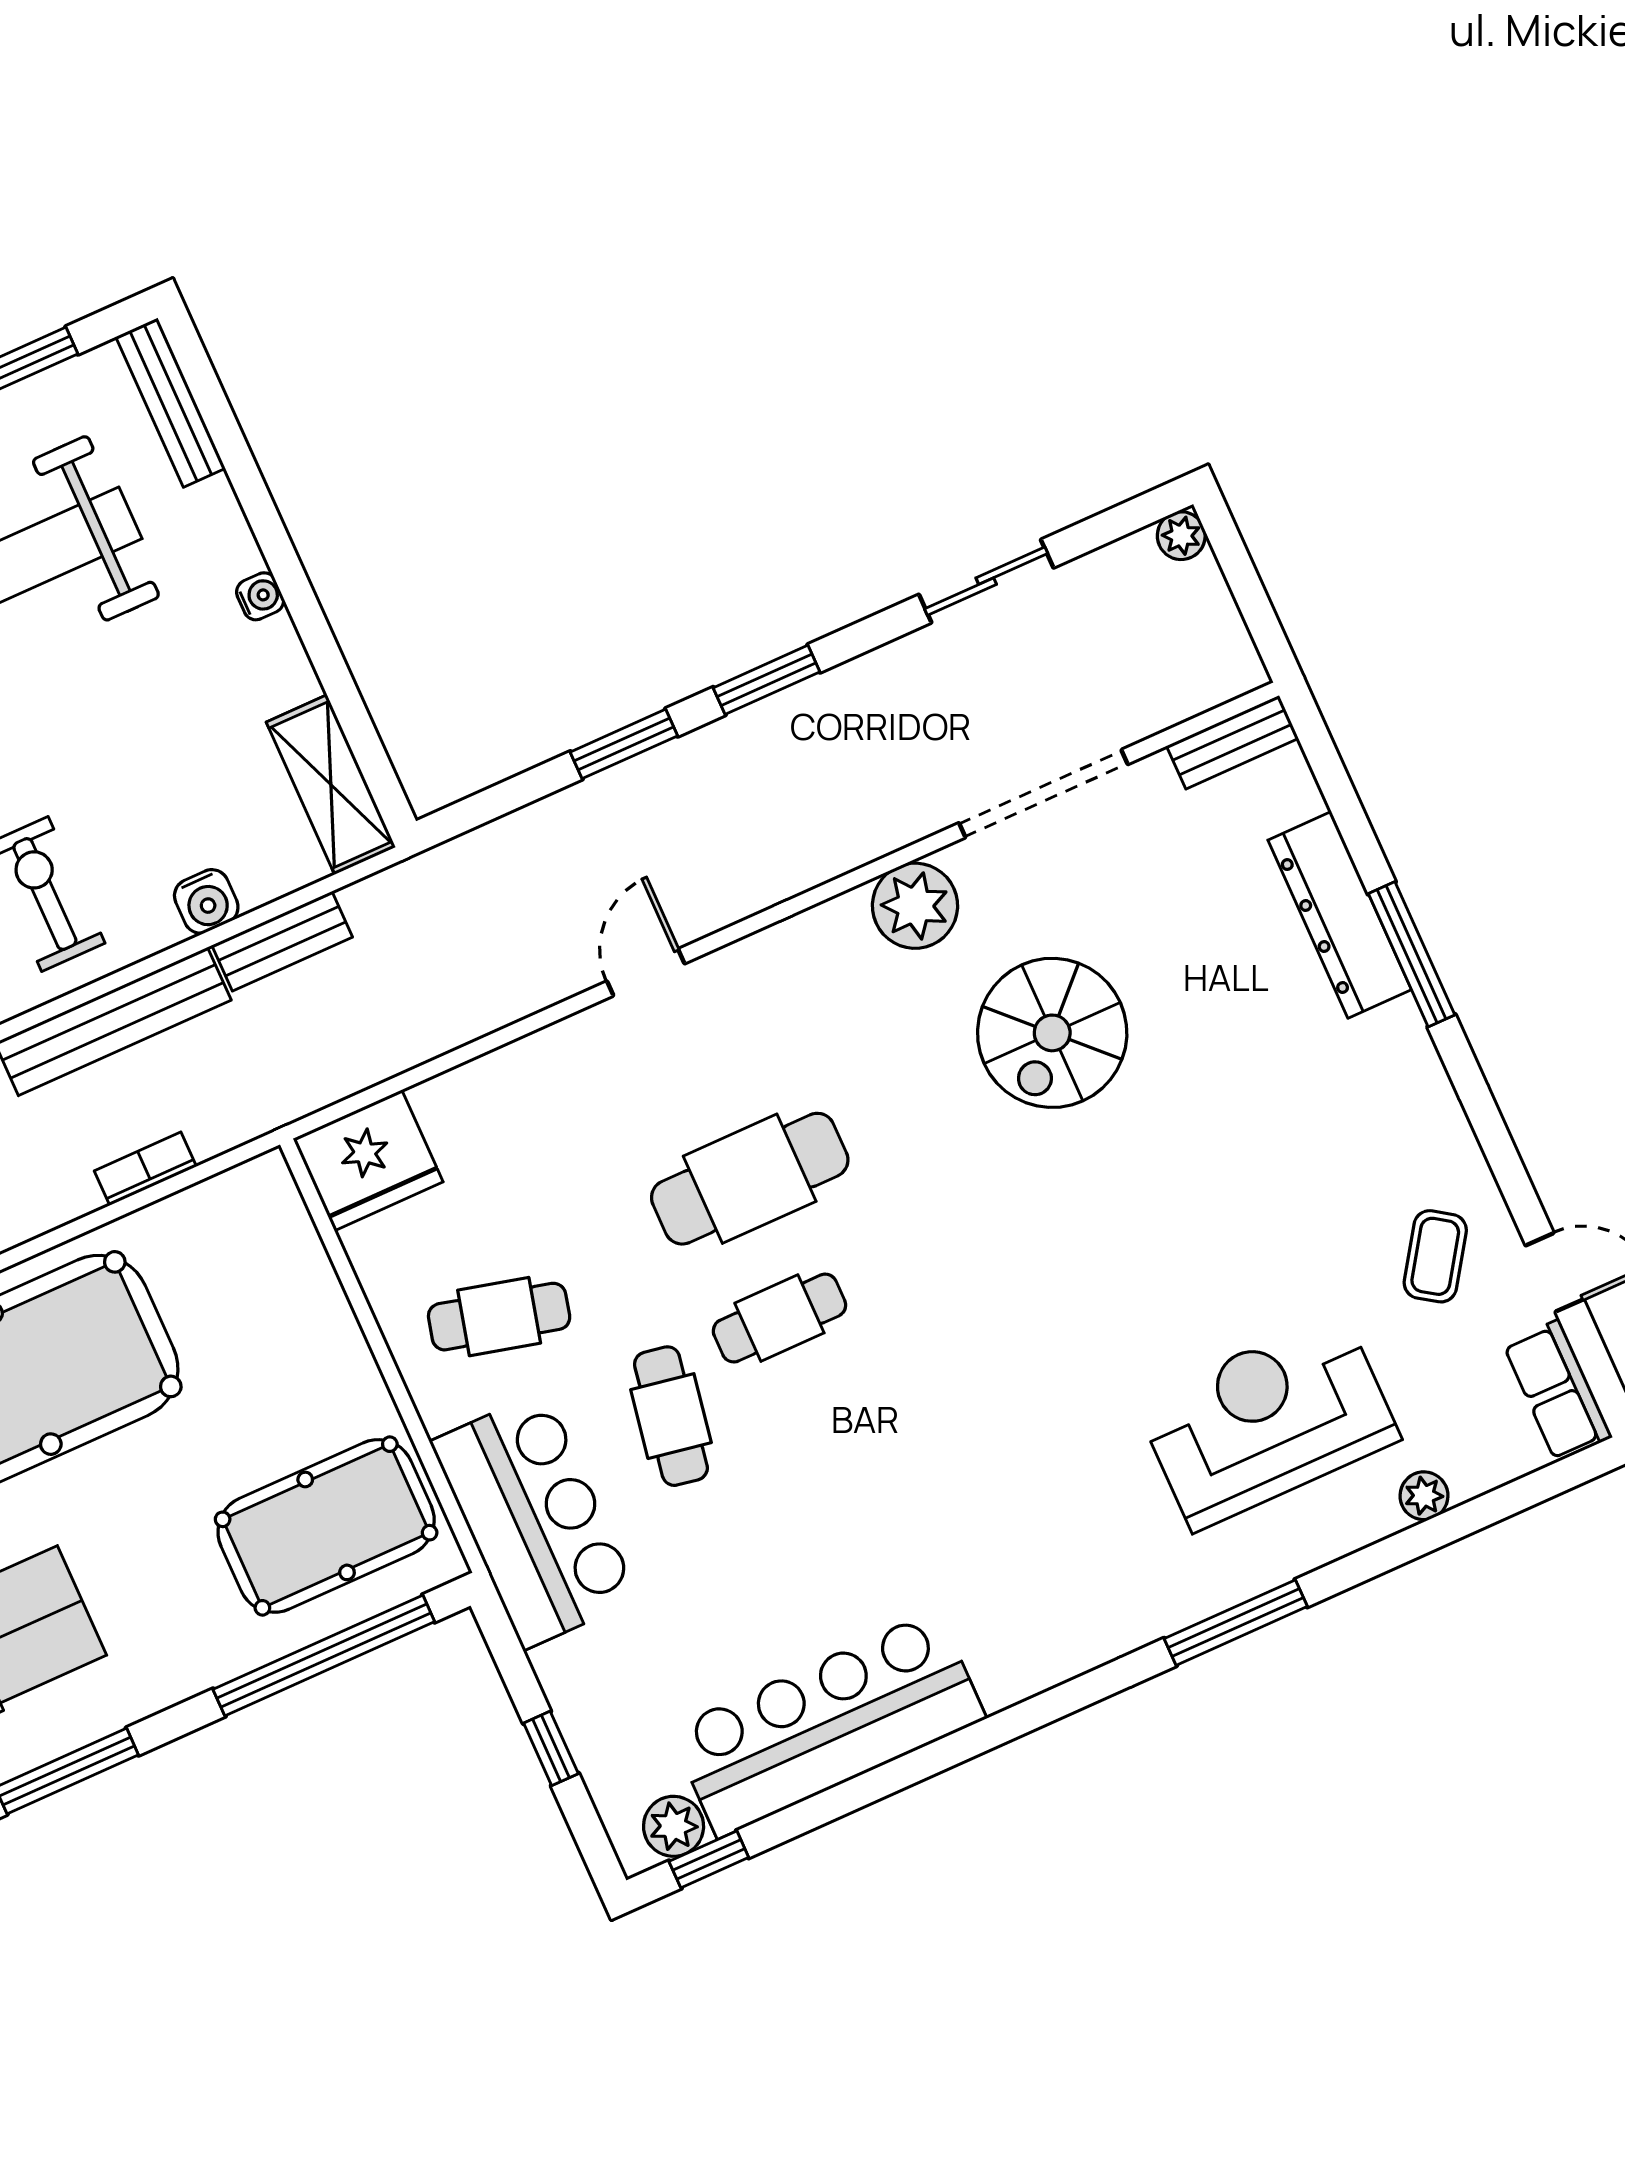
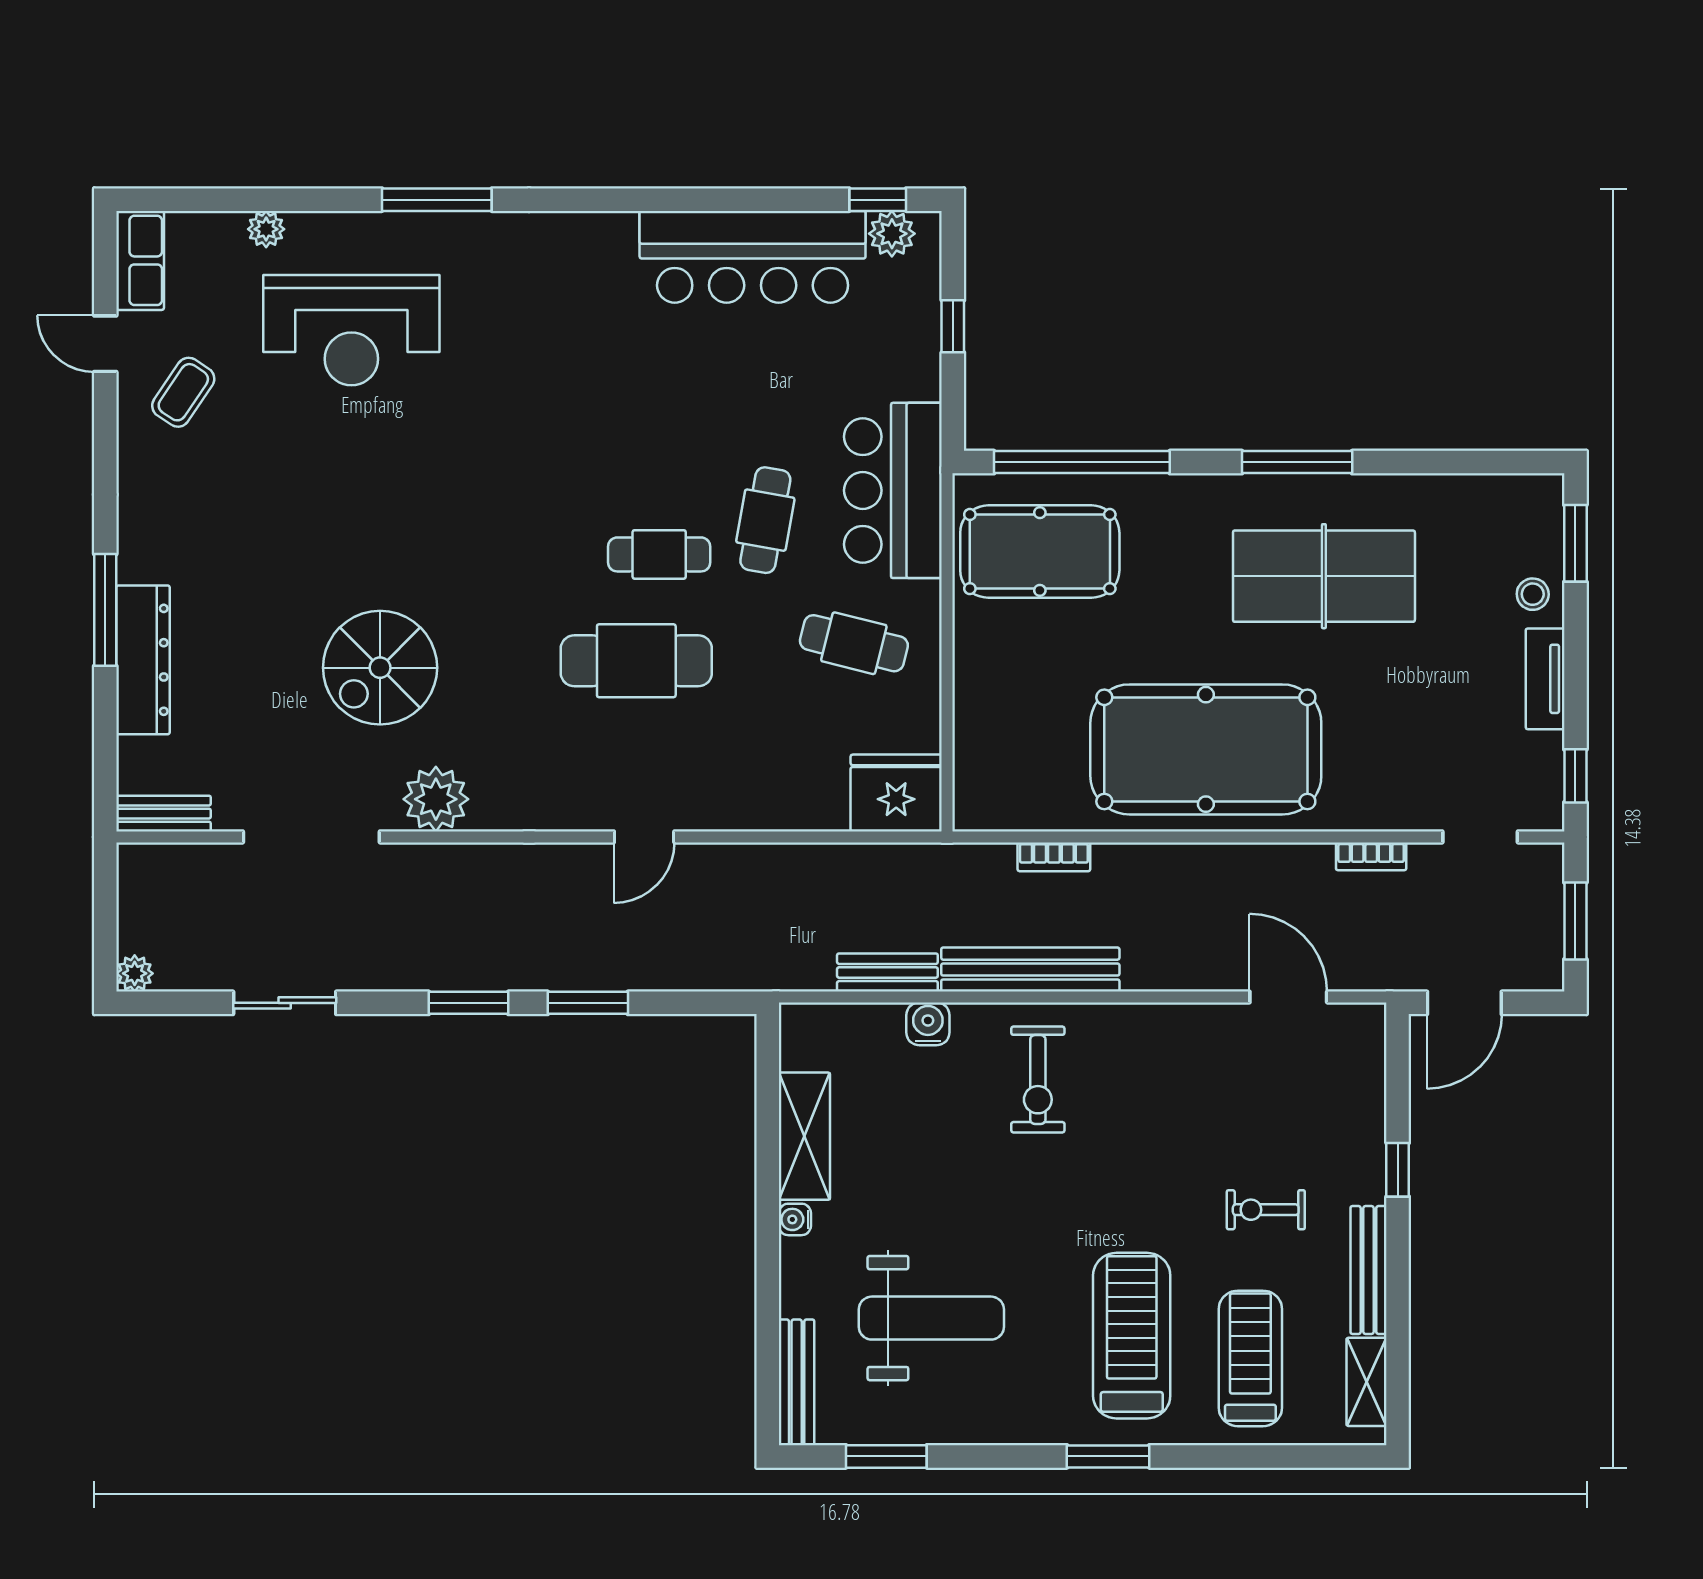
shelving: (331, 785) -> (804, 1136), moved
spiral stairs: (1052, 1033) -> (380, 668), turned 180

